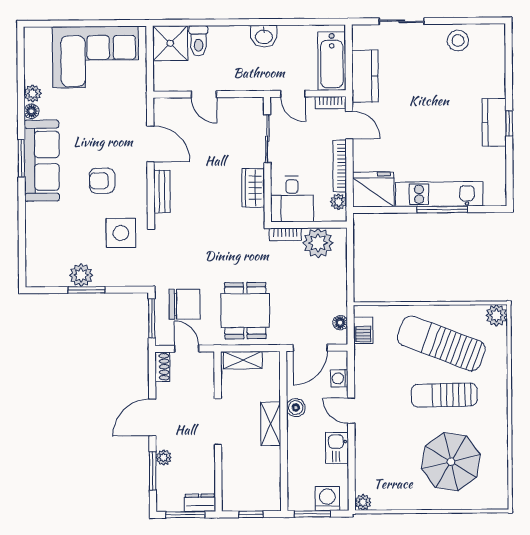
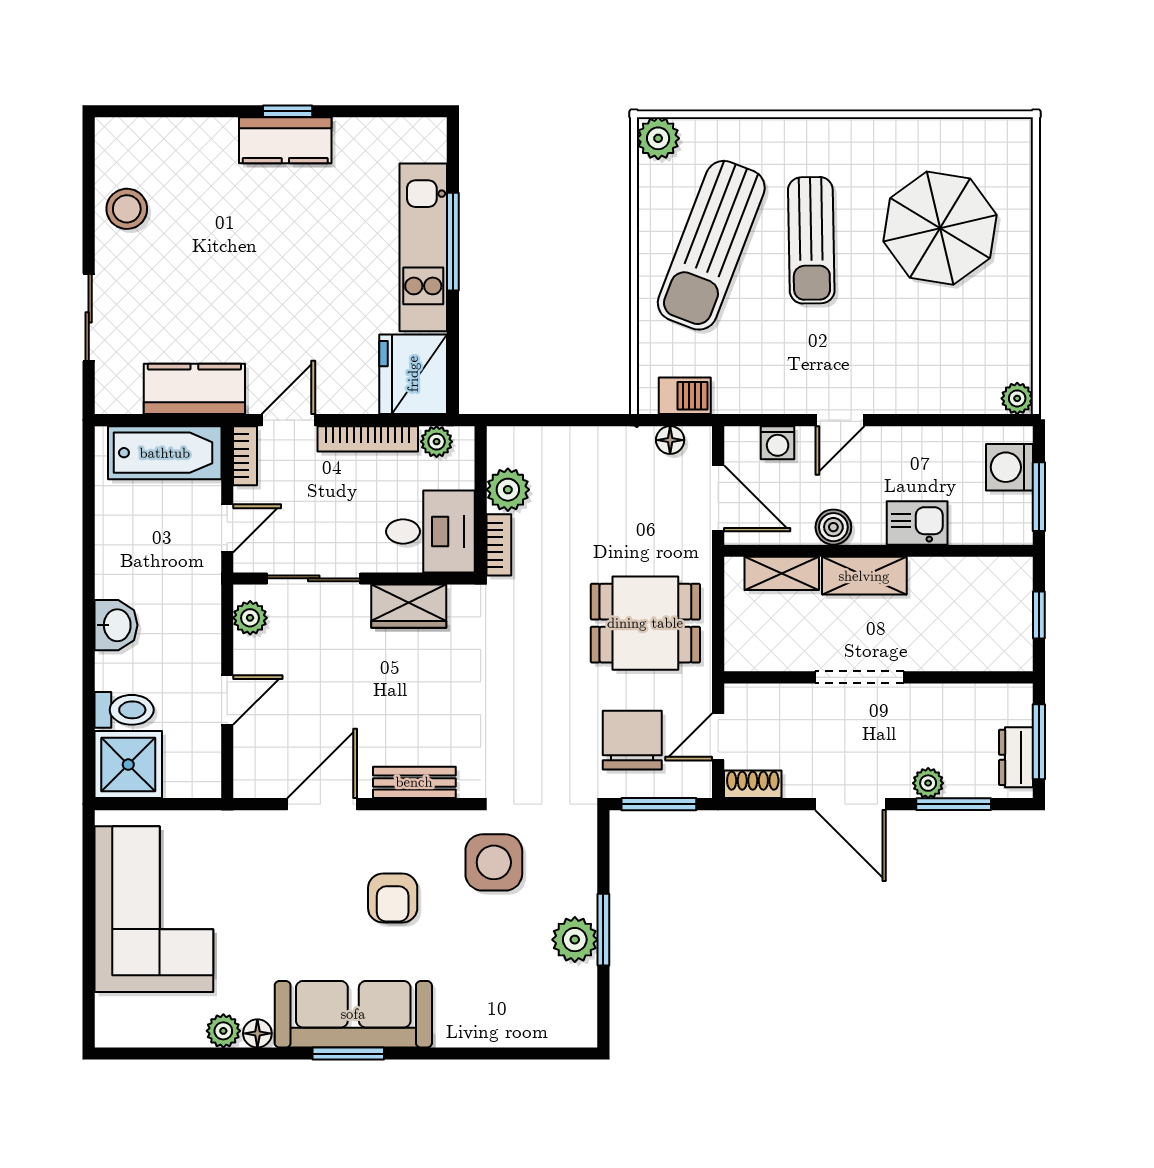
washbasin: (264, 36) -> (116, 625), moved
plant: (247, 106) -> (250, 618), added
plant: (318, 243) -> (508, 490), width x0.73, depth x0.73
shelving: (243, 360) -> (782, 573), moved, turned 90
kitchen sink: (337, 448) -> (917, 523), moved, turned 180
dresser: (200, 503) -> (1016, 757), moved

